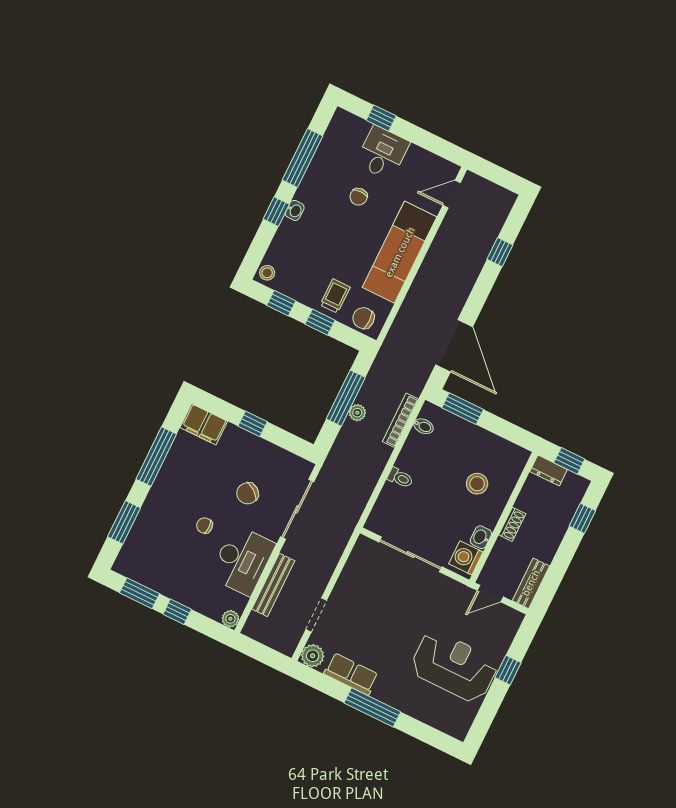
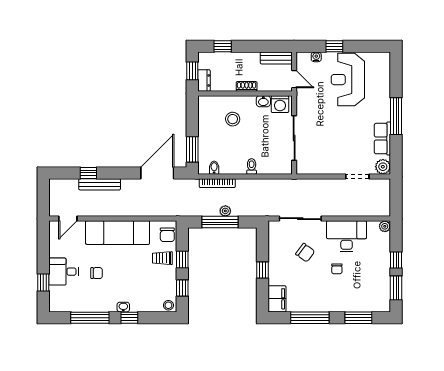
door: (452, 194) -> (68, 219), hinge flipped
bench: (273, 585) -> (100, 184), moved
water cooler: (506, 638) -> (316, 57), added

